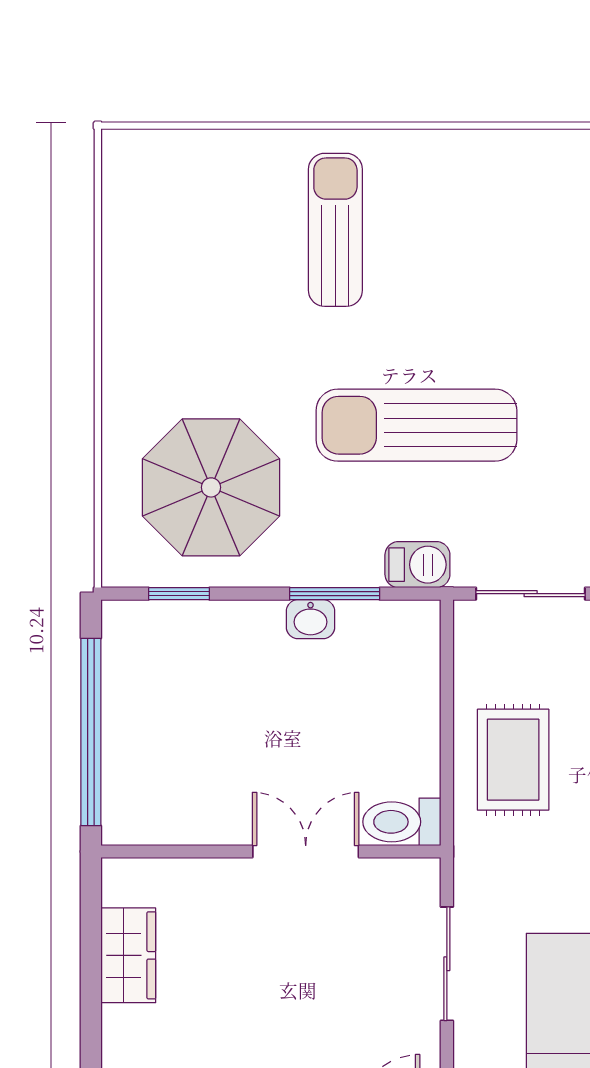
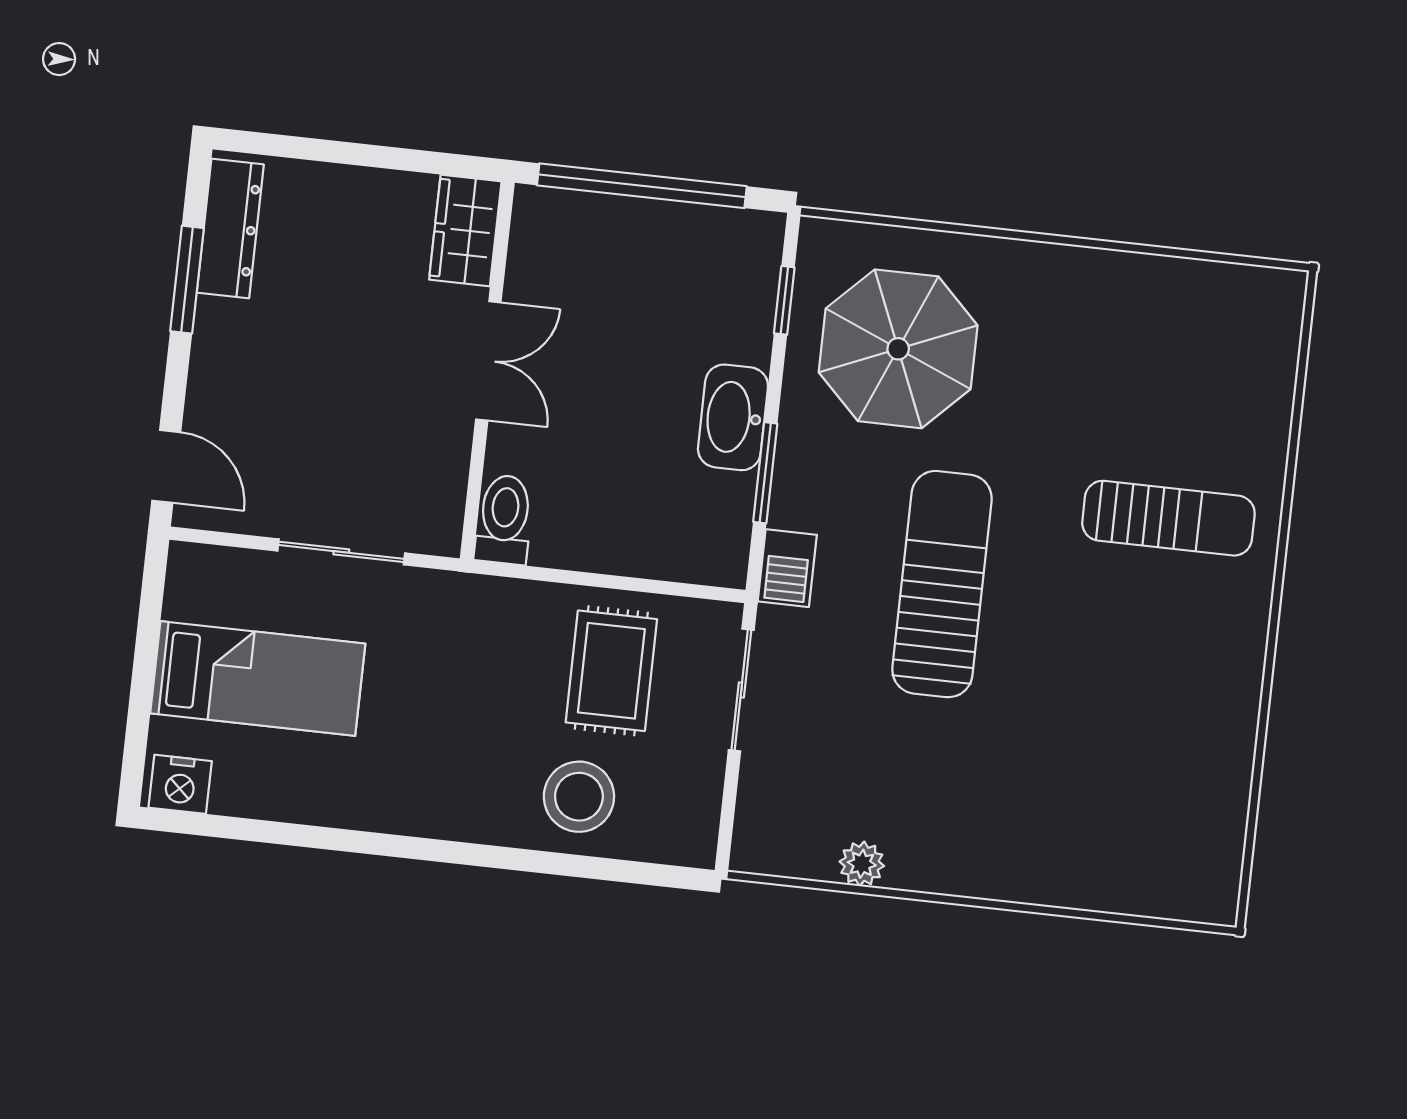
washbasin: (311, 619) -> (733, 417), width x1.91, depth x1.45
rug: (513, 760) -> (611, 671), moved, turned 90
double door: (306, 852) -> (488, 361), moved
wardrobe: (128, 955) -> (465, 230), moved, turned 90

